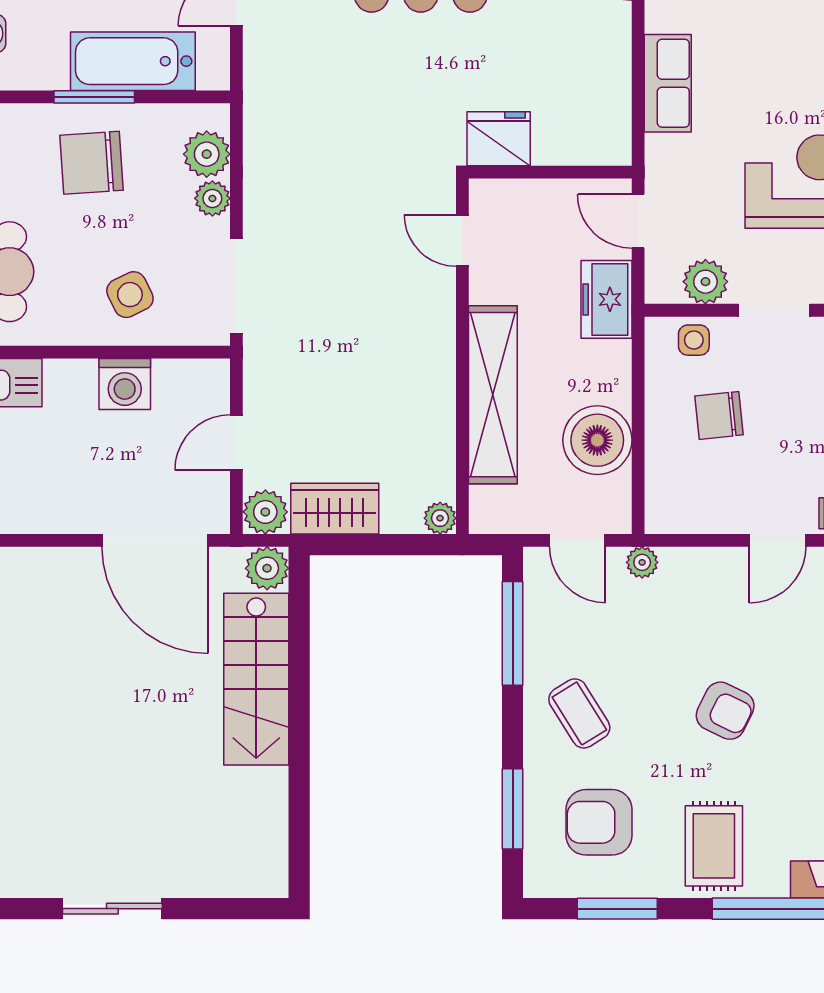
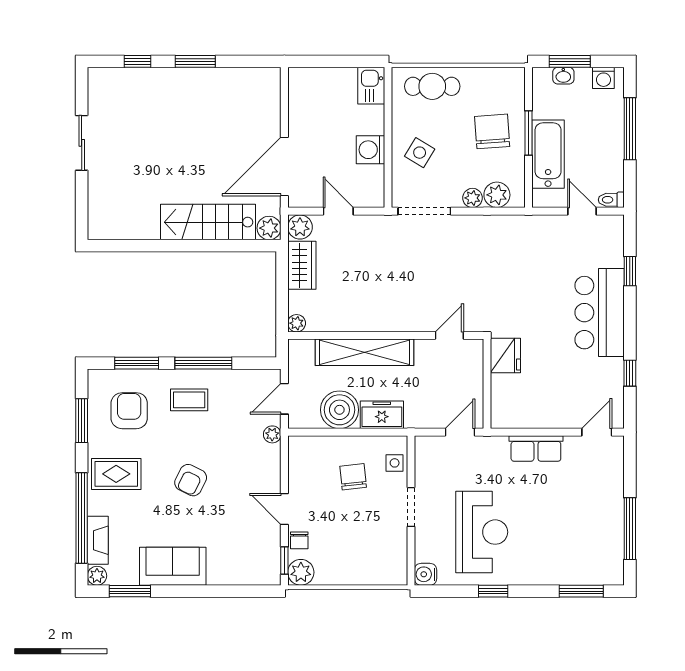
plant: (705, 282) -> (427, 469), removed
side table: (130, 295) -> (420, 153), turned -33
freezer: (606, 299) -> (382, 415), moved
window: (513, 633) -> (203, 363), moved
coffee table: (579, 713) -> (189, 400), turned 32

